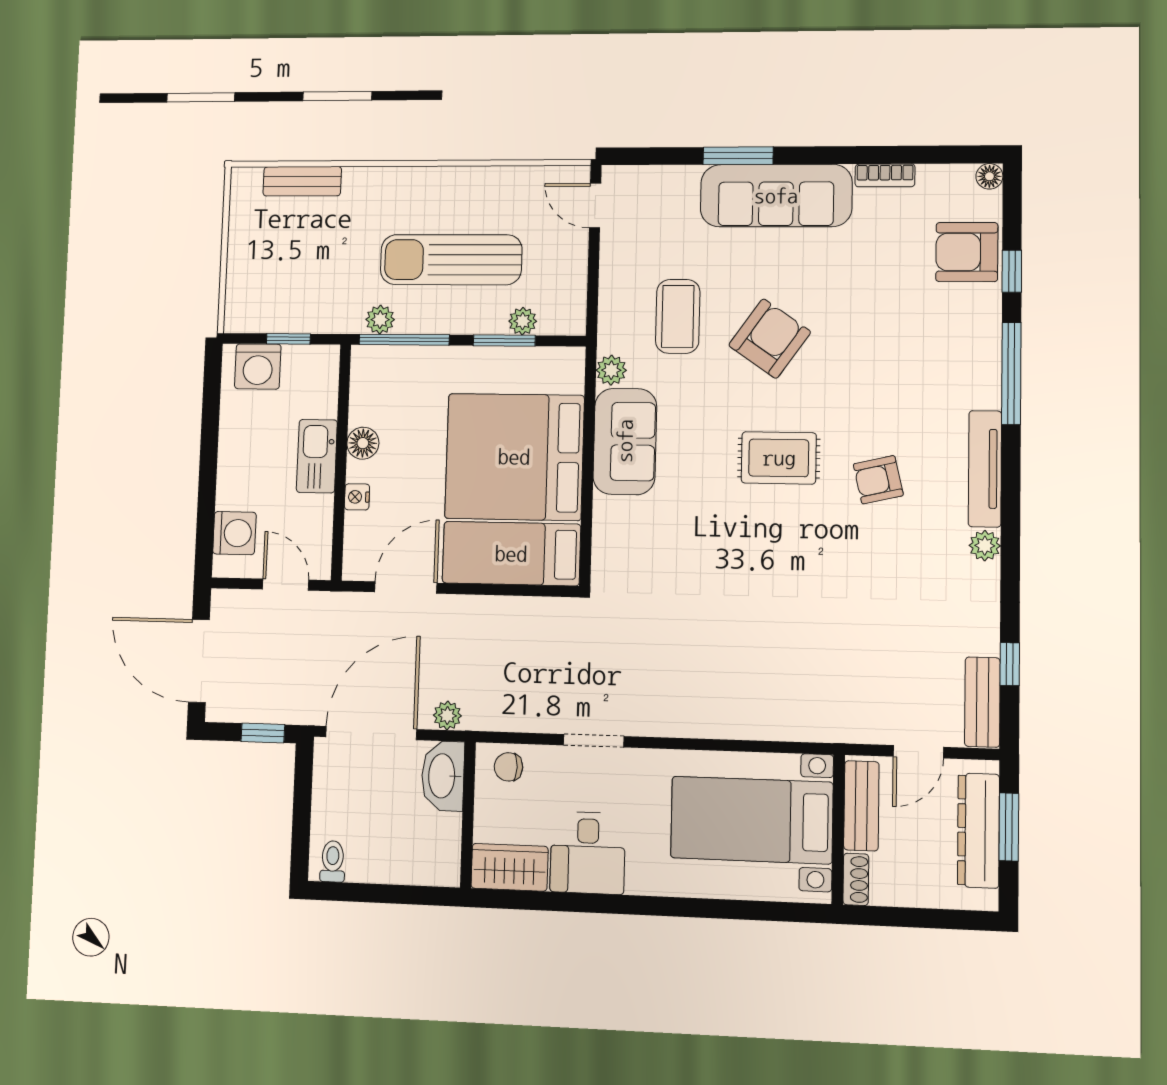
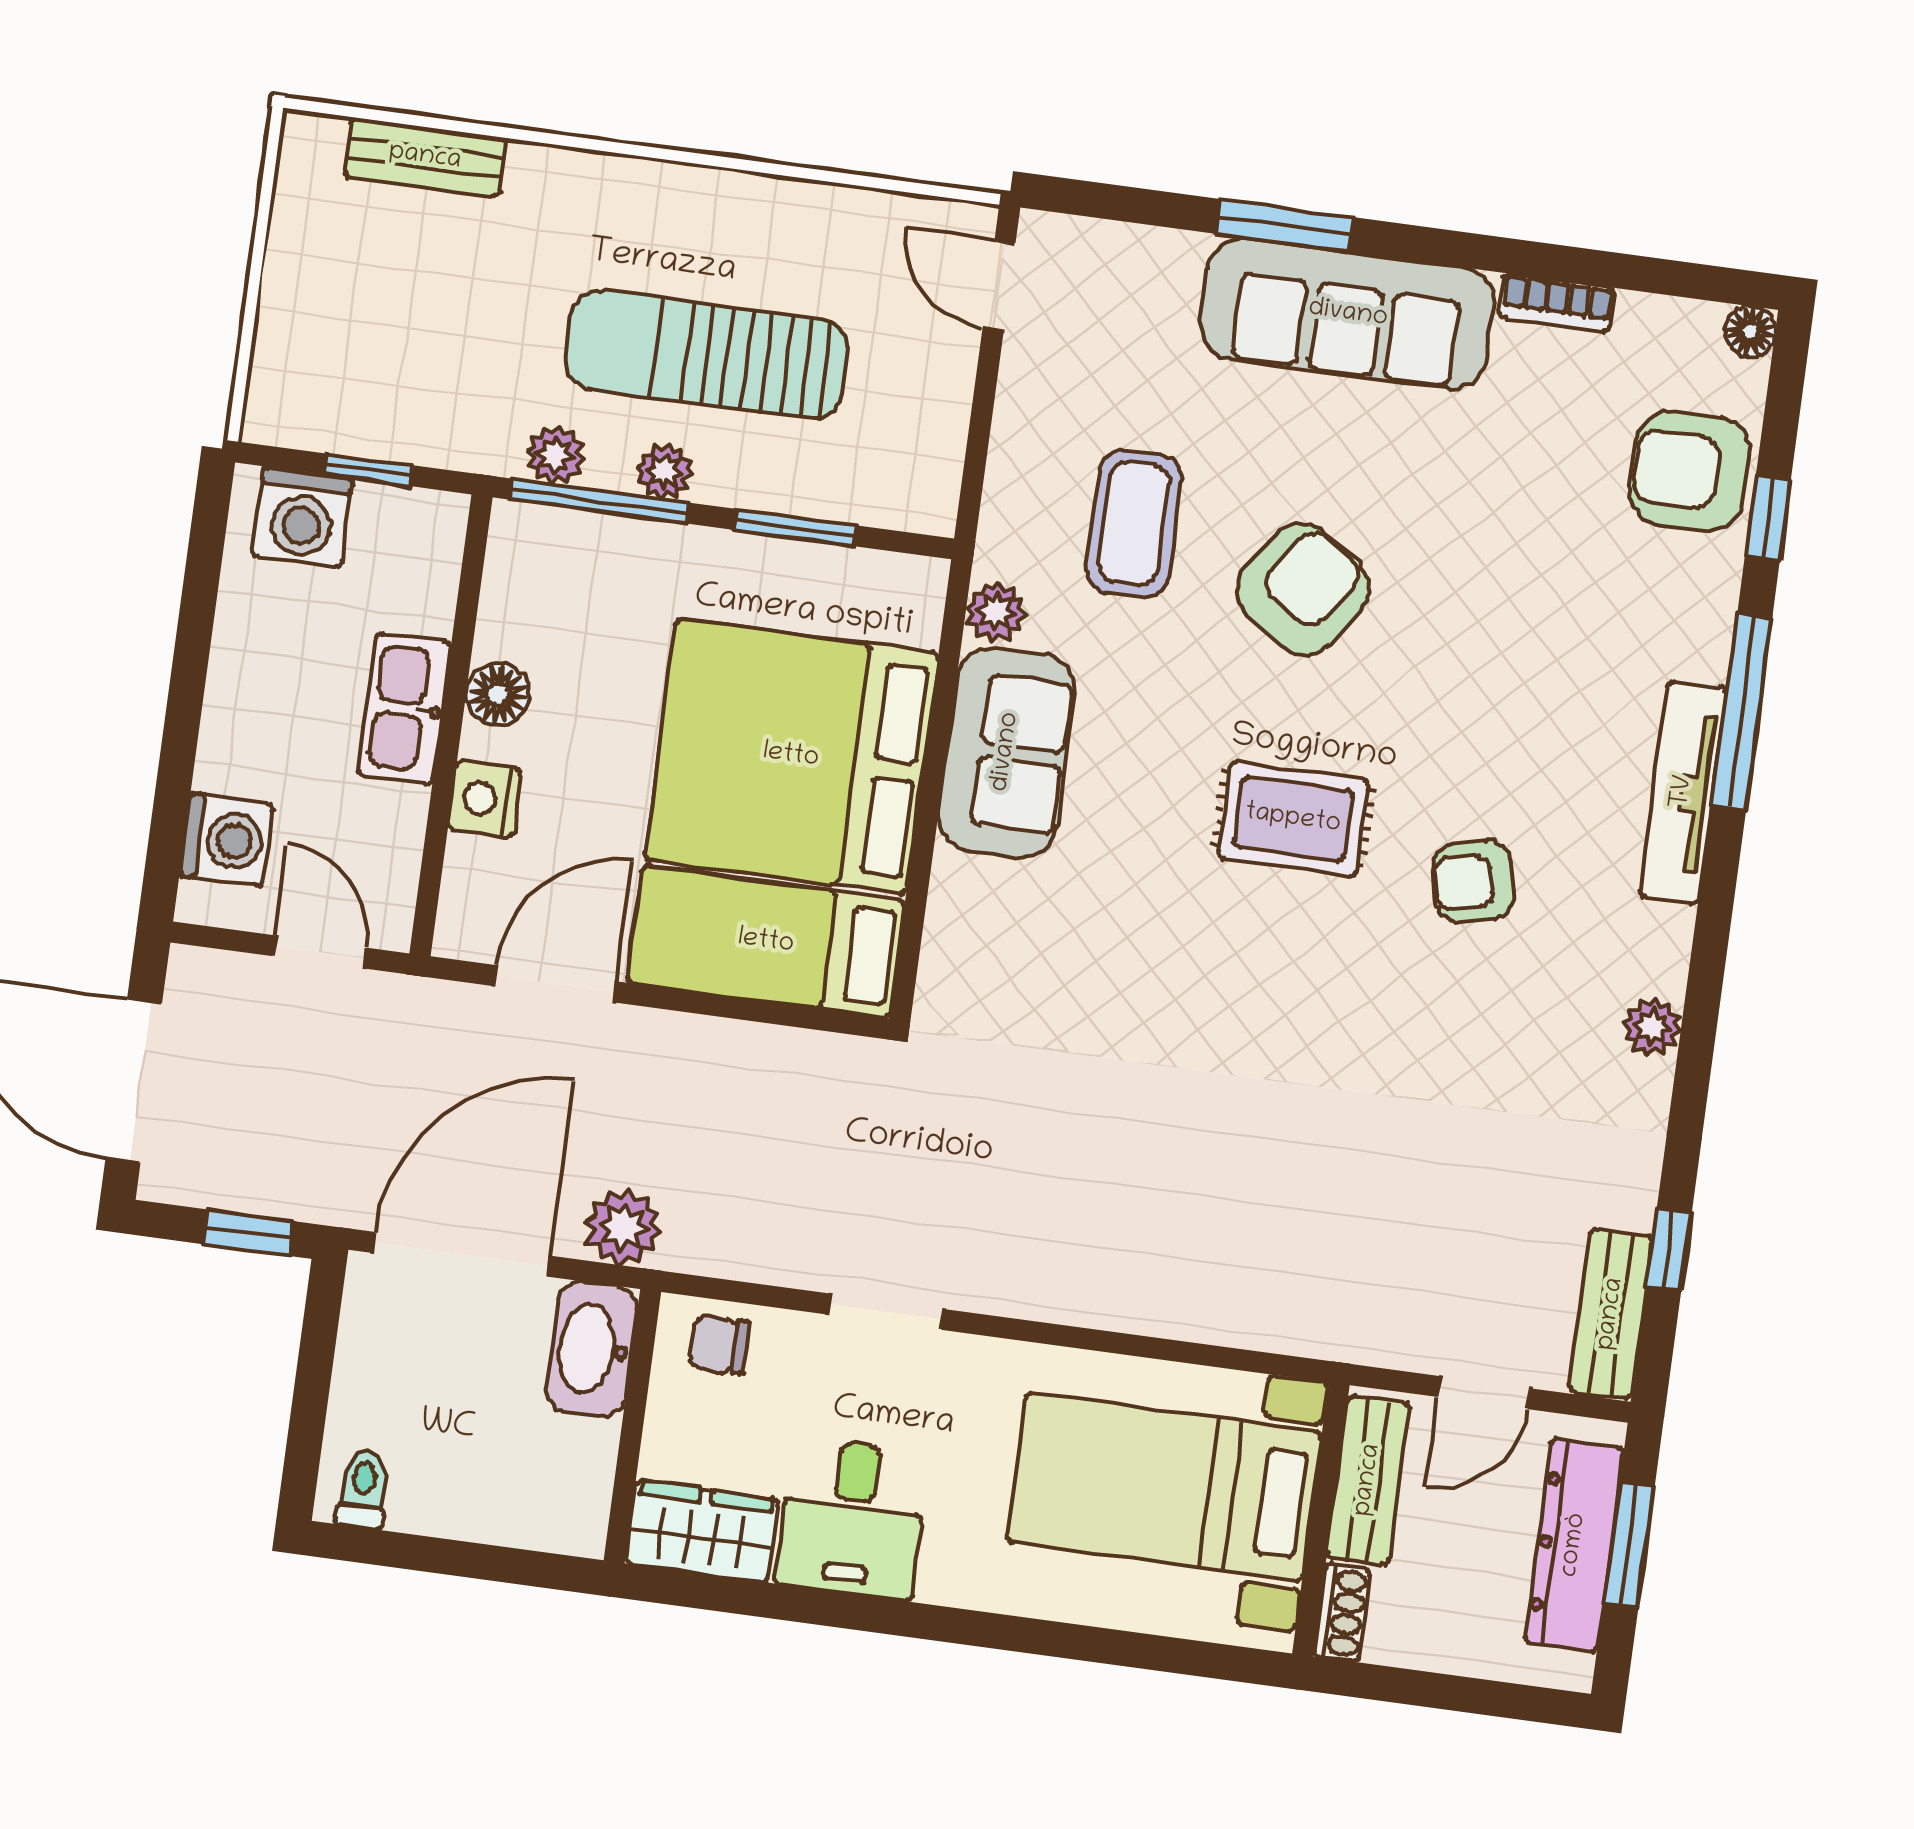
plant: (523, 321) -> (665, 471), moved
tv unit: (985, 469) -> (1683, 792), moved
nightstand: (357, 497) -> (485, 799), width x1.39, depth x1.35
plant: (447, 716) -> (623, 1227), width x1.38, depth x1.38

